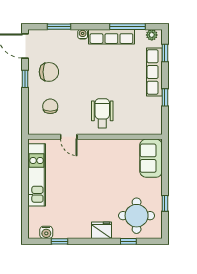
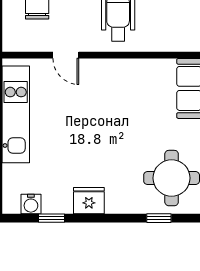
fridge: (101, 230) -> (89, 201), moved

